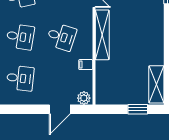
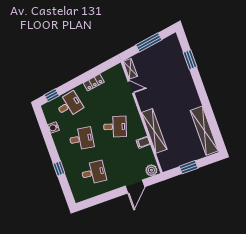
shelving: (102, 35) -> (154, 131), moved
shelving: (156, 84) -> (204, 131), width x1.47
window: (138, 109) -> (189, 167), moved

